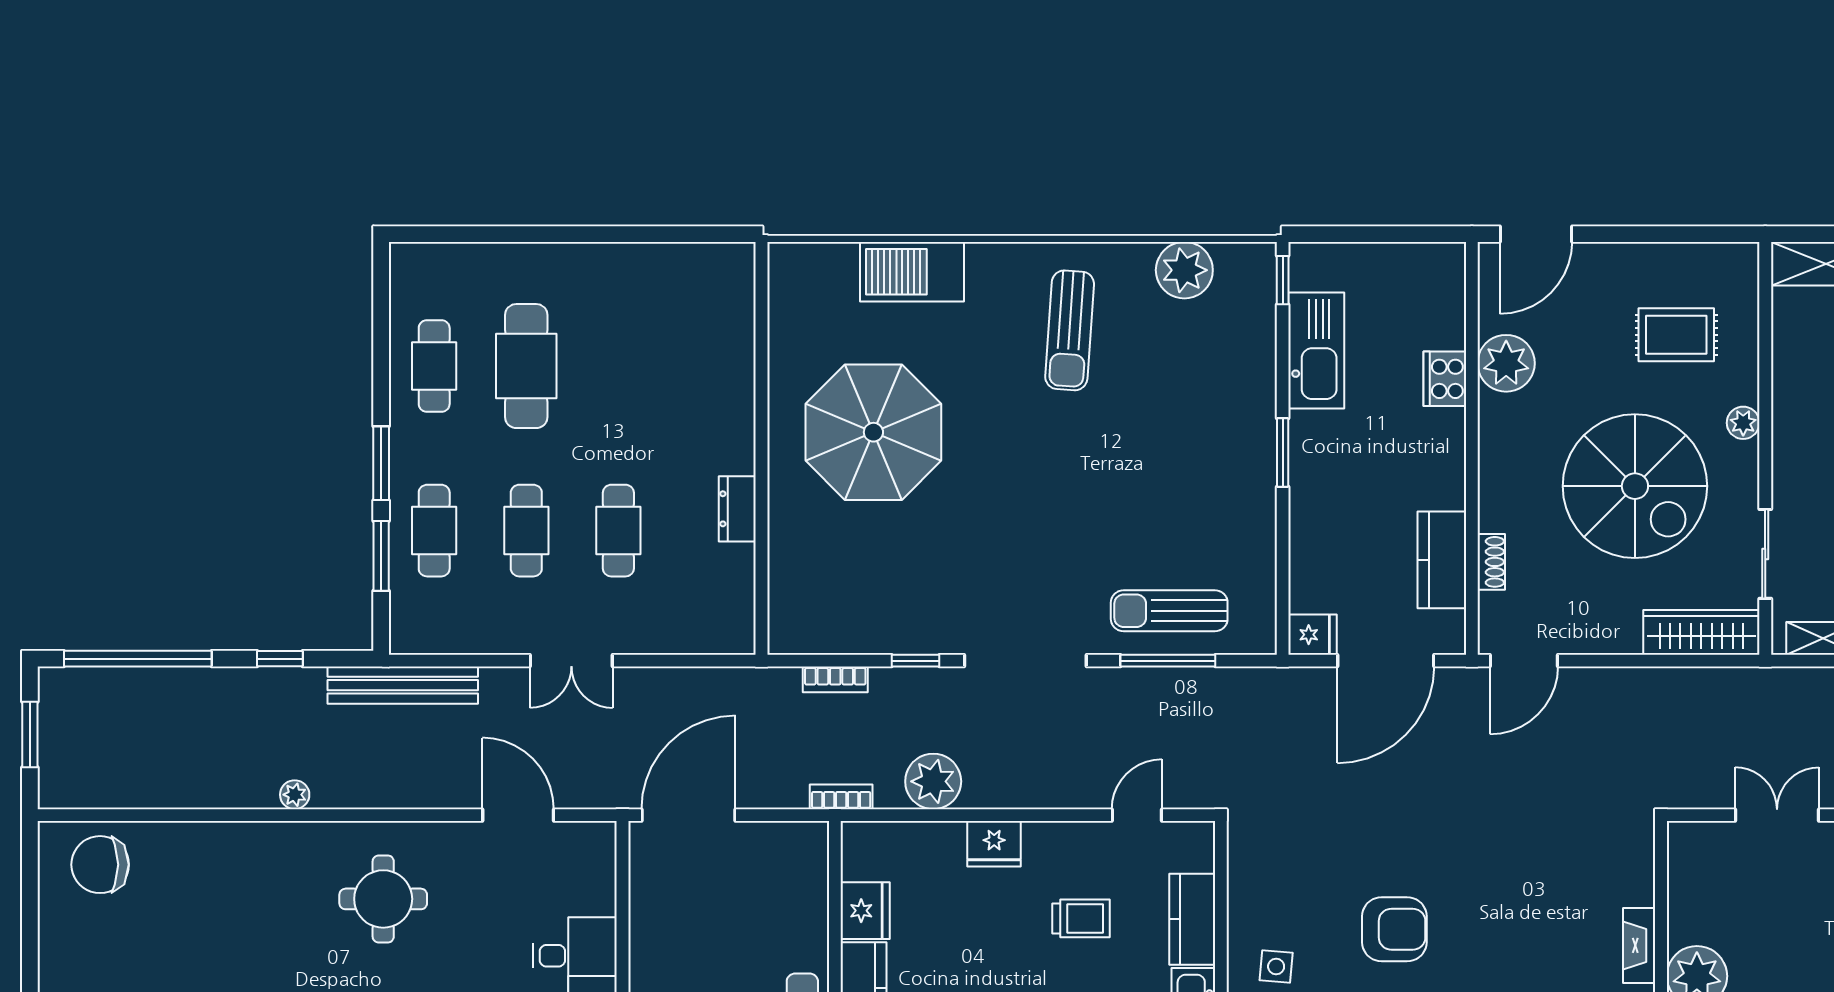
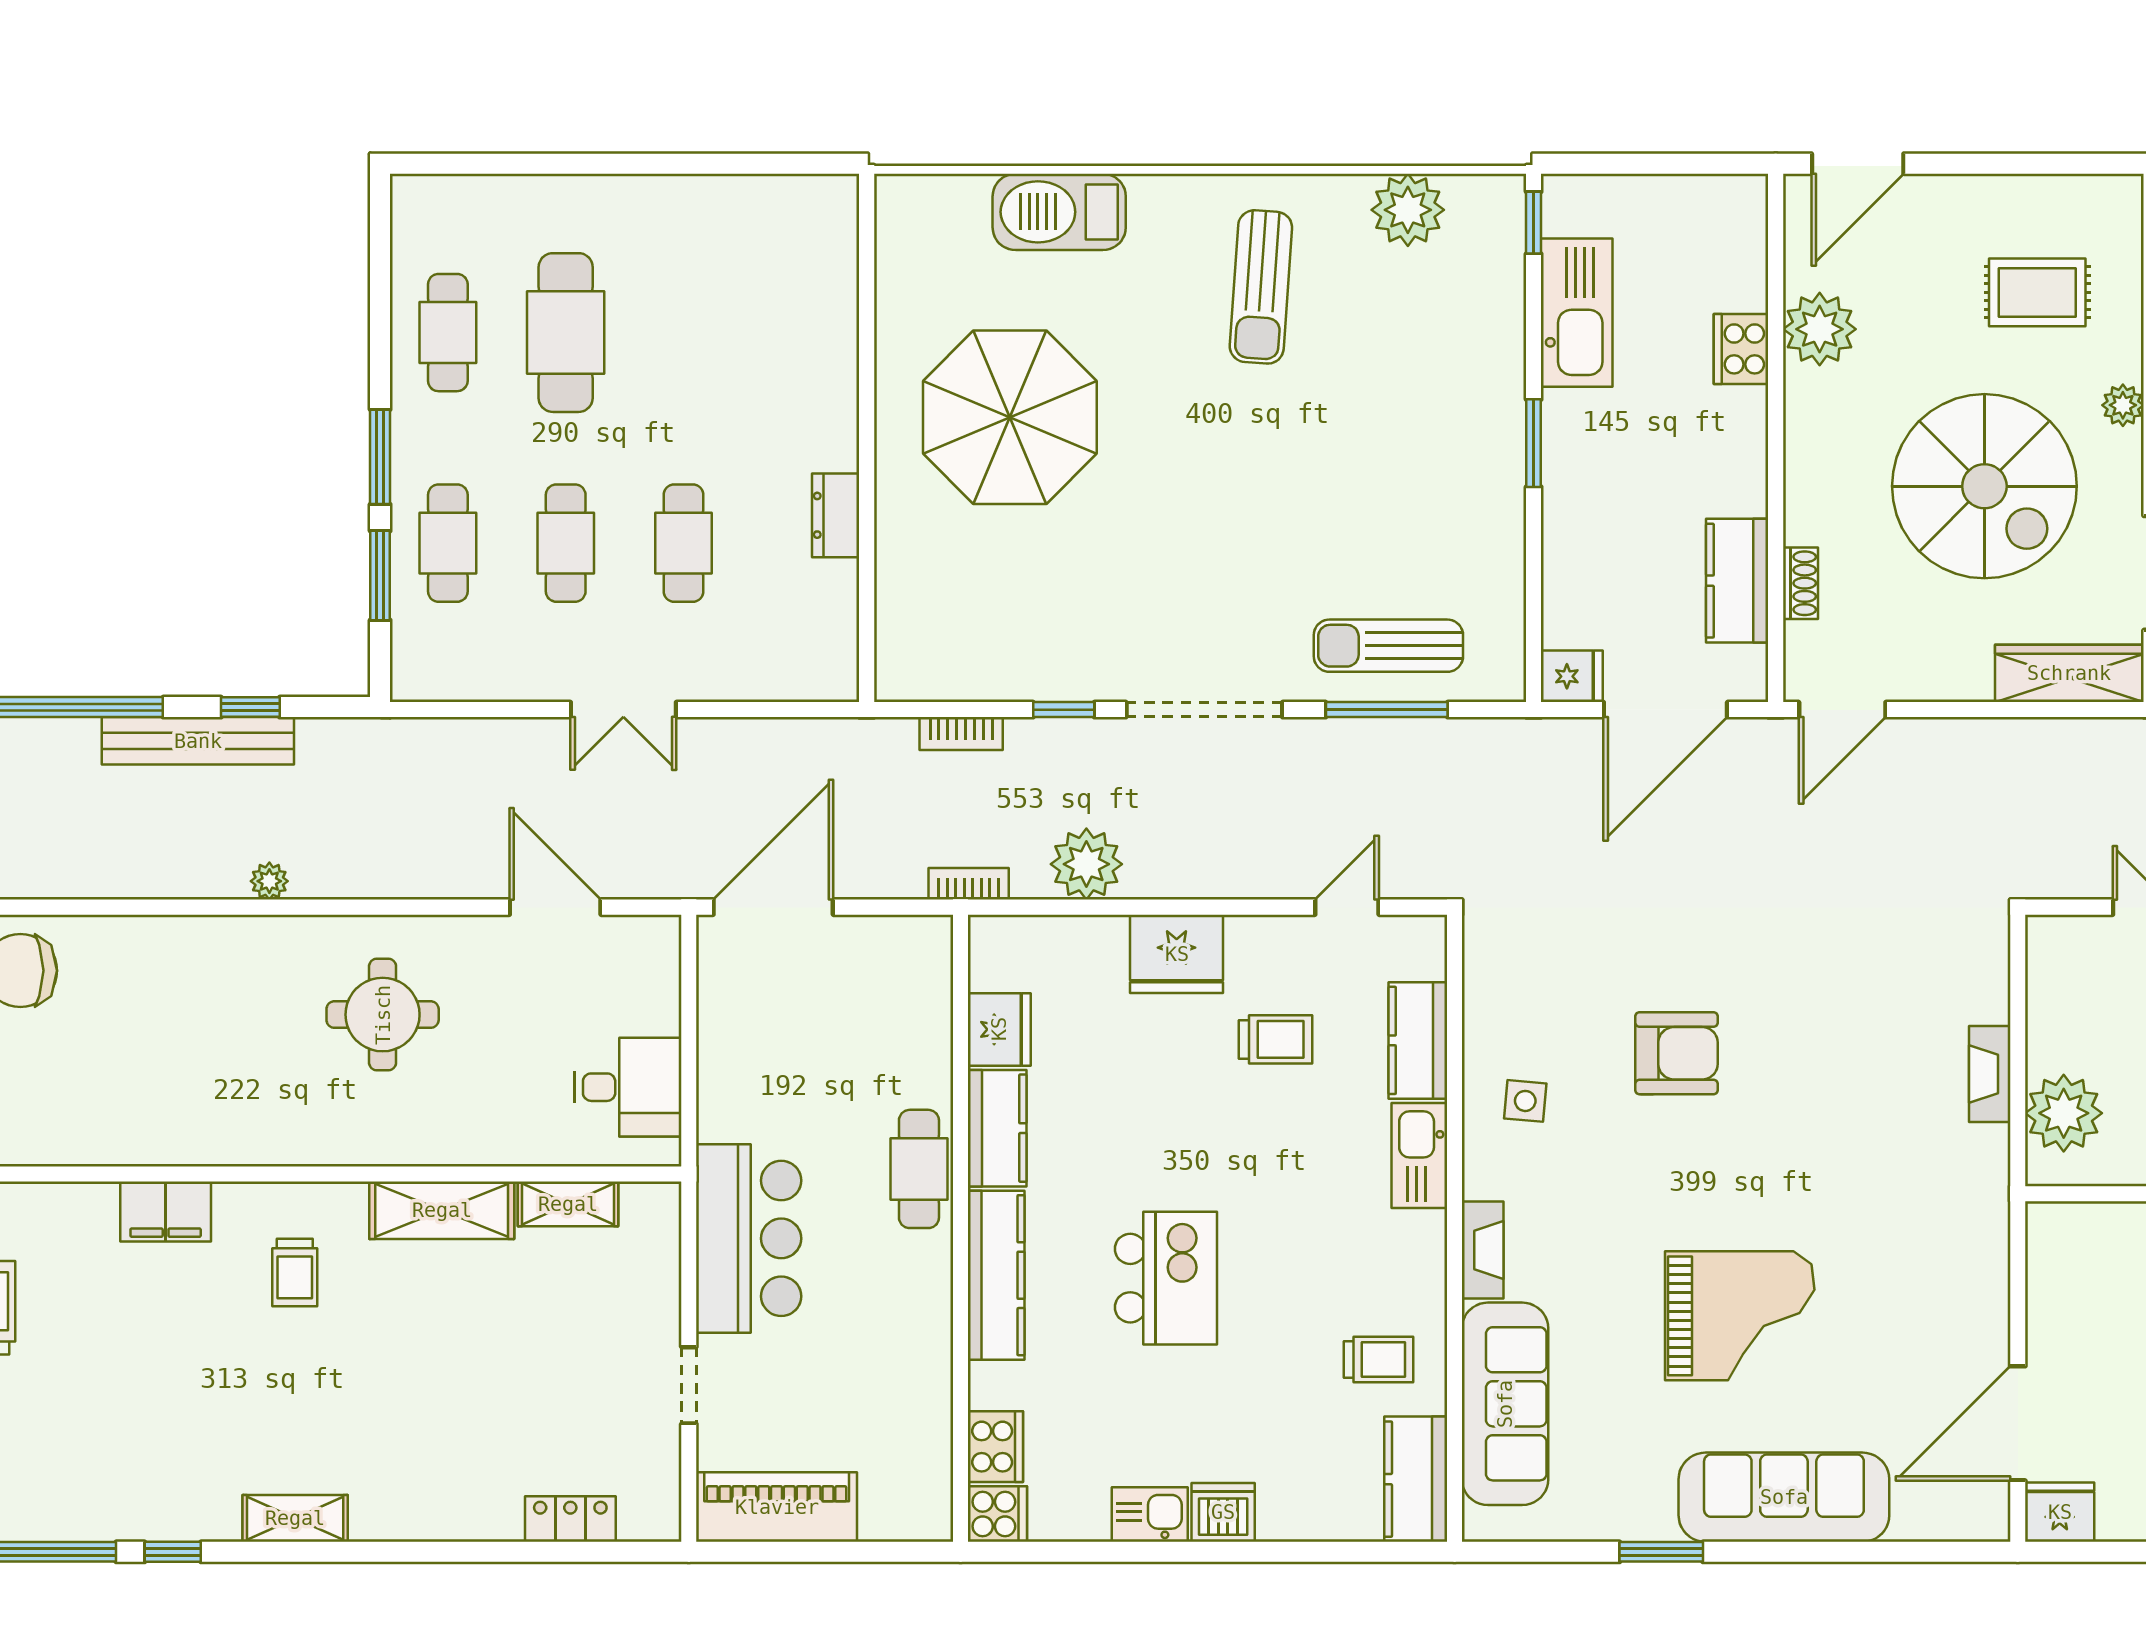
bench: (403, 685) -> (198, 741), moved
fridge: (994, 844) -> (1177, 954), width x1.36, depth x1.34

